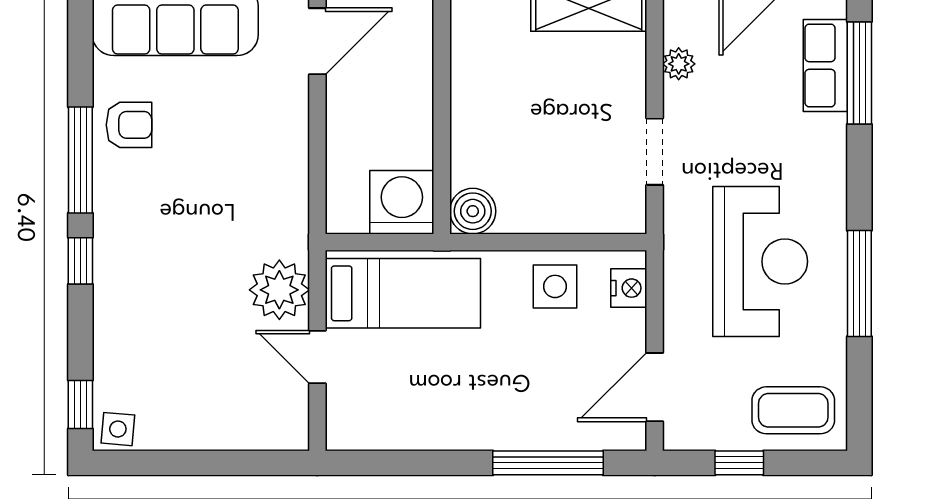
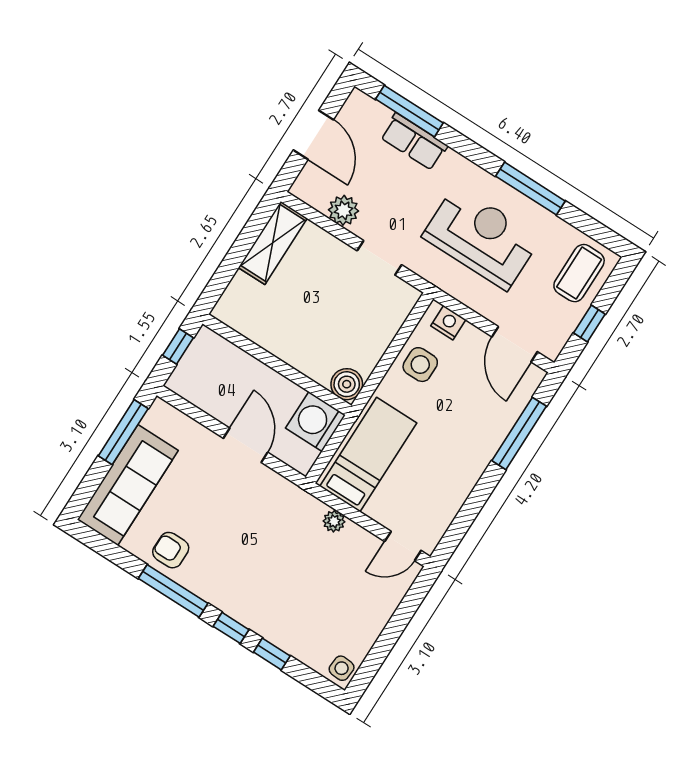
door: (317, 41) -> (245, 445), moved
plant: (679, 64) -> (343, 210), width x1.38, depth x1.38
row of seats: (825, 65) -> (414, 142), moved
armchair: (129, 125) -> (171, 550), turned -90
plant: (279, 290) -> (334, 521), width x0.53, depth x0.53
door: (317, 357) -> (403, 546), moved
window: (80, 405) -> (272, 654), moved

